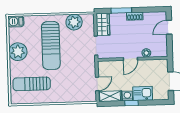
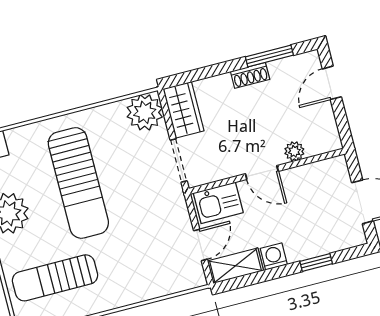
window: (121, 10) -> (269, 56), moved
plant: (74, 22) -> (145, 112), moved
door: (130, 59) -> (262, 172), hinge flipped
kitchen sink: (143, 93) -> (218, 203), moved, turned 180
window: (132, 103) -> (316, 262), moved

